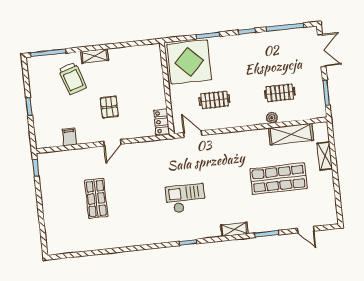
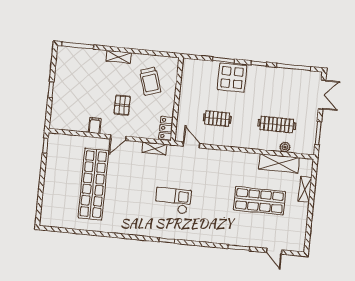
display table: (189, 62) -> (232, 78), moved, width x0.73, depth x0.73
trolley: (72, 78) -> (150, 81), moved
clothes rail: (280, 93) -> (277, 125), width x1.36
plant: (272, 118) -> (285, 147), moved
filing cabinet: (69, 137) -> (95, 126), moved
shop shelf: (96, 198) -> (93, 184), width x2.00, depth x1.36
shelving: (234, 229) -> (155, 148), moved

